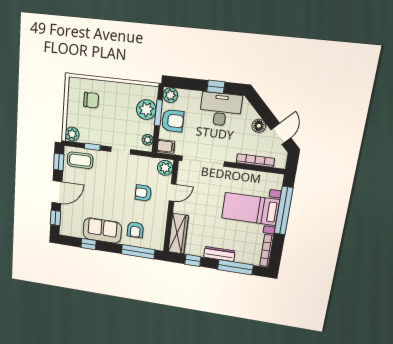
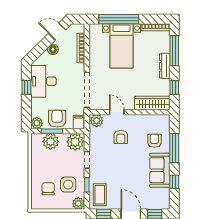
side table: (94, 125) -> (68, 185), added
plant: (148, 140) -> (75, 142), width x1.88, depth x1.88
armchair: (135, 230) -> (154, 141), turned -90
window: (138, 252) -> (174, 148), moved

